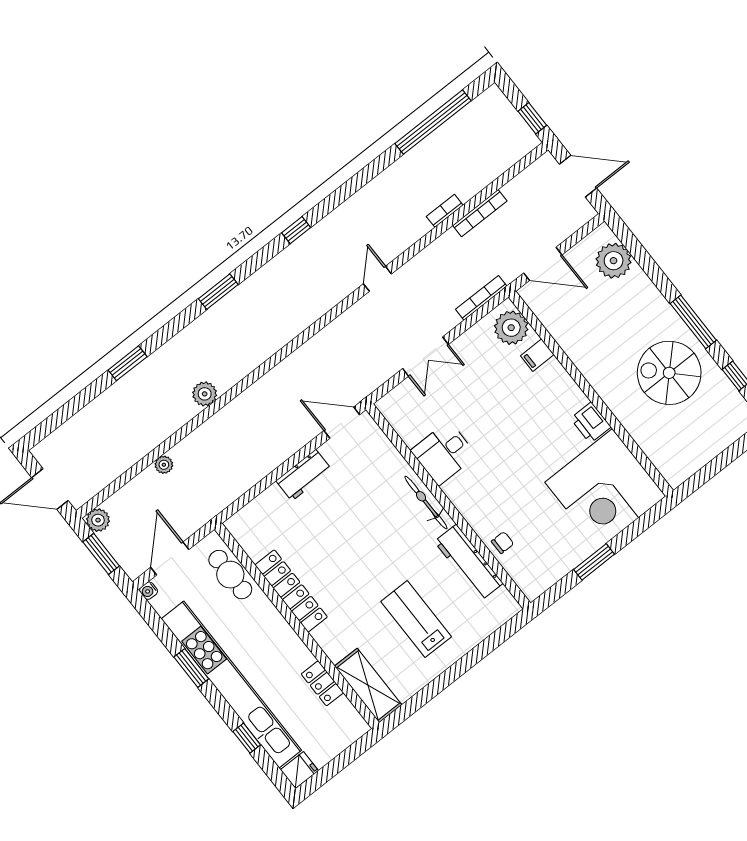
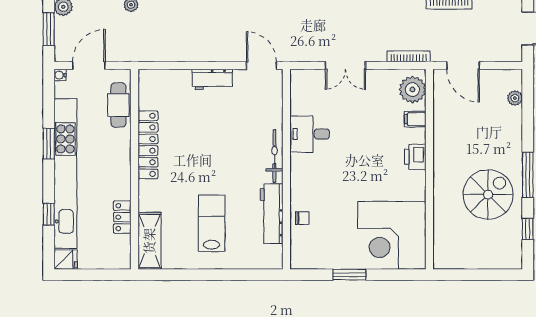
plant: (614, 261) -> (515, 98), width x0.53, depth x0.53
spiral stairs: (669, 373) -> (488, 195), turned 90
printer: (591, 423) -> (415, 157), moved

